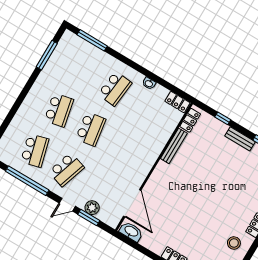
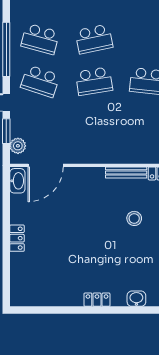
school desk: (35, 150) -> (40, 39), turned 30
plant: (92, 208) -> (18, 146), moved
stool: (234, 243) -> (134, 218), moved

